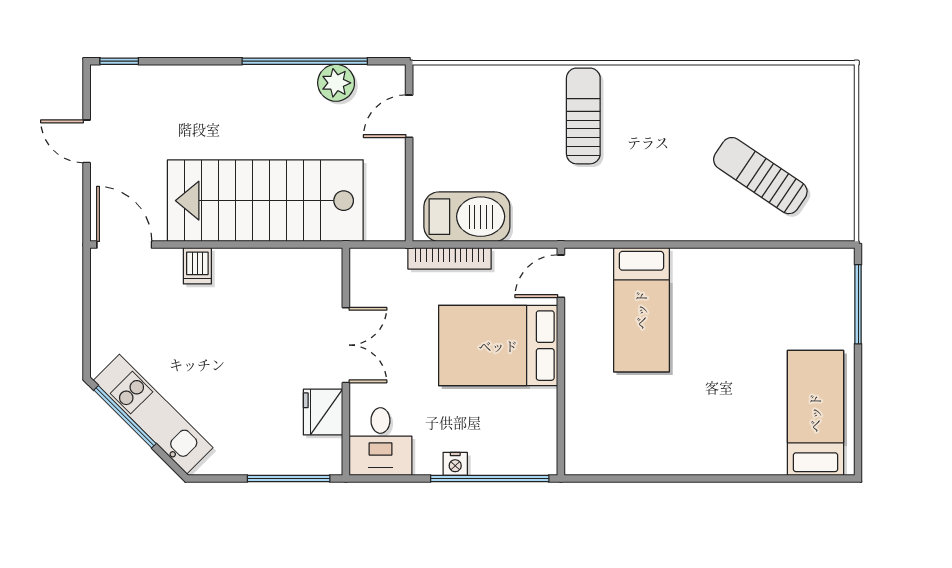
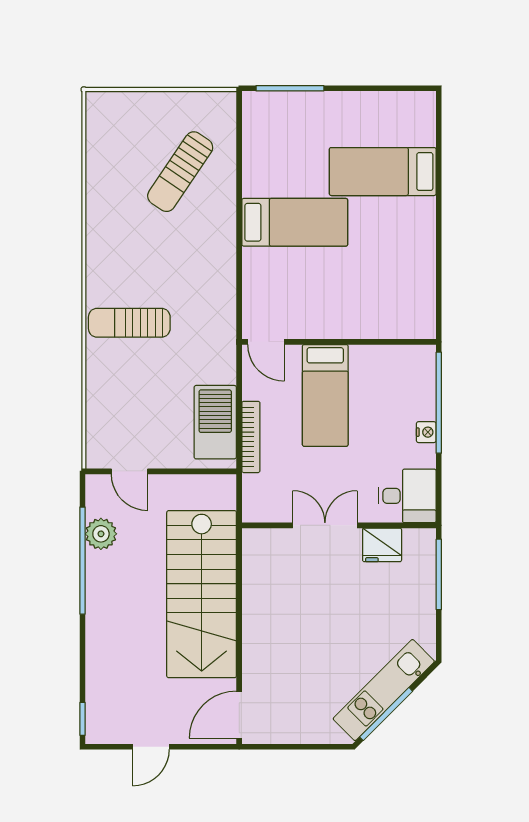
dishwasher: (197, 266) -> (257, 652), removed
bed: (641, 310) -> (295, 222), moved
bed: (498, 346) -> (325, 395), width x0.67
bed: (815, 413) -> (383, 172), moved

